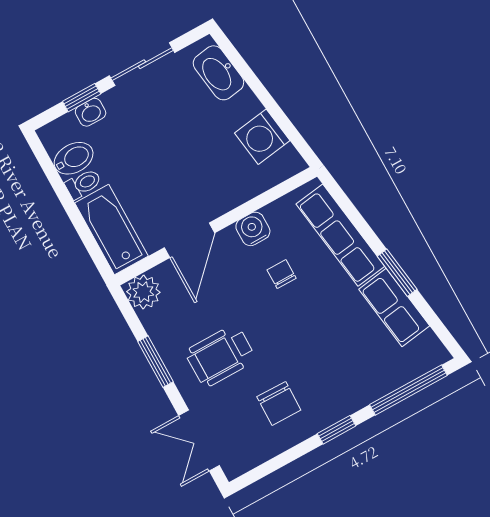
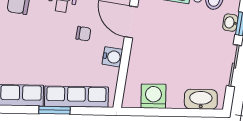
window: (397, 273) -> (55, 110), moved
chair: (282, 274) -> (83, 34), moved

